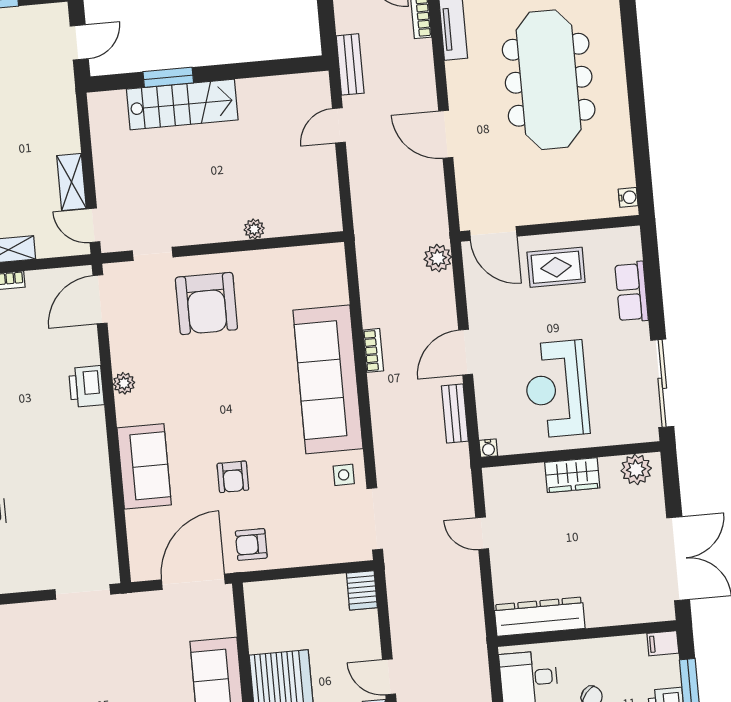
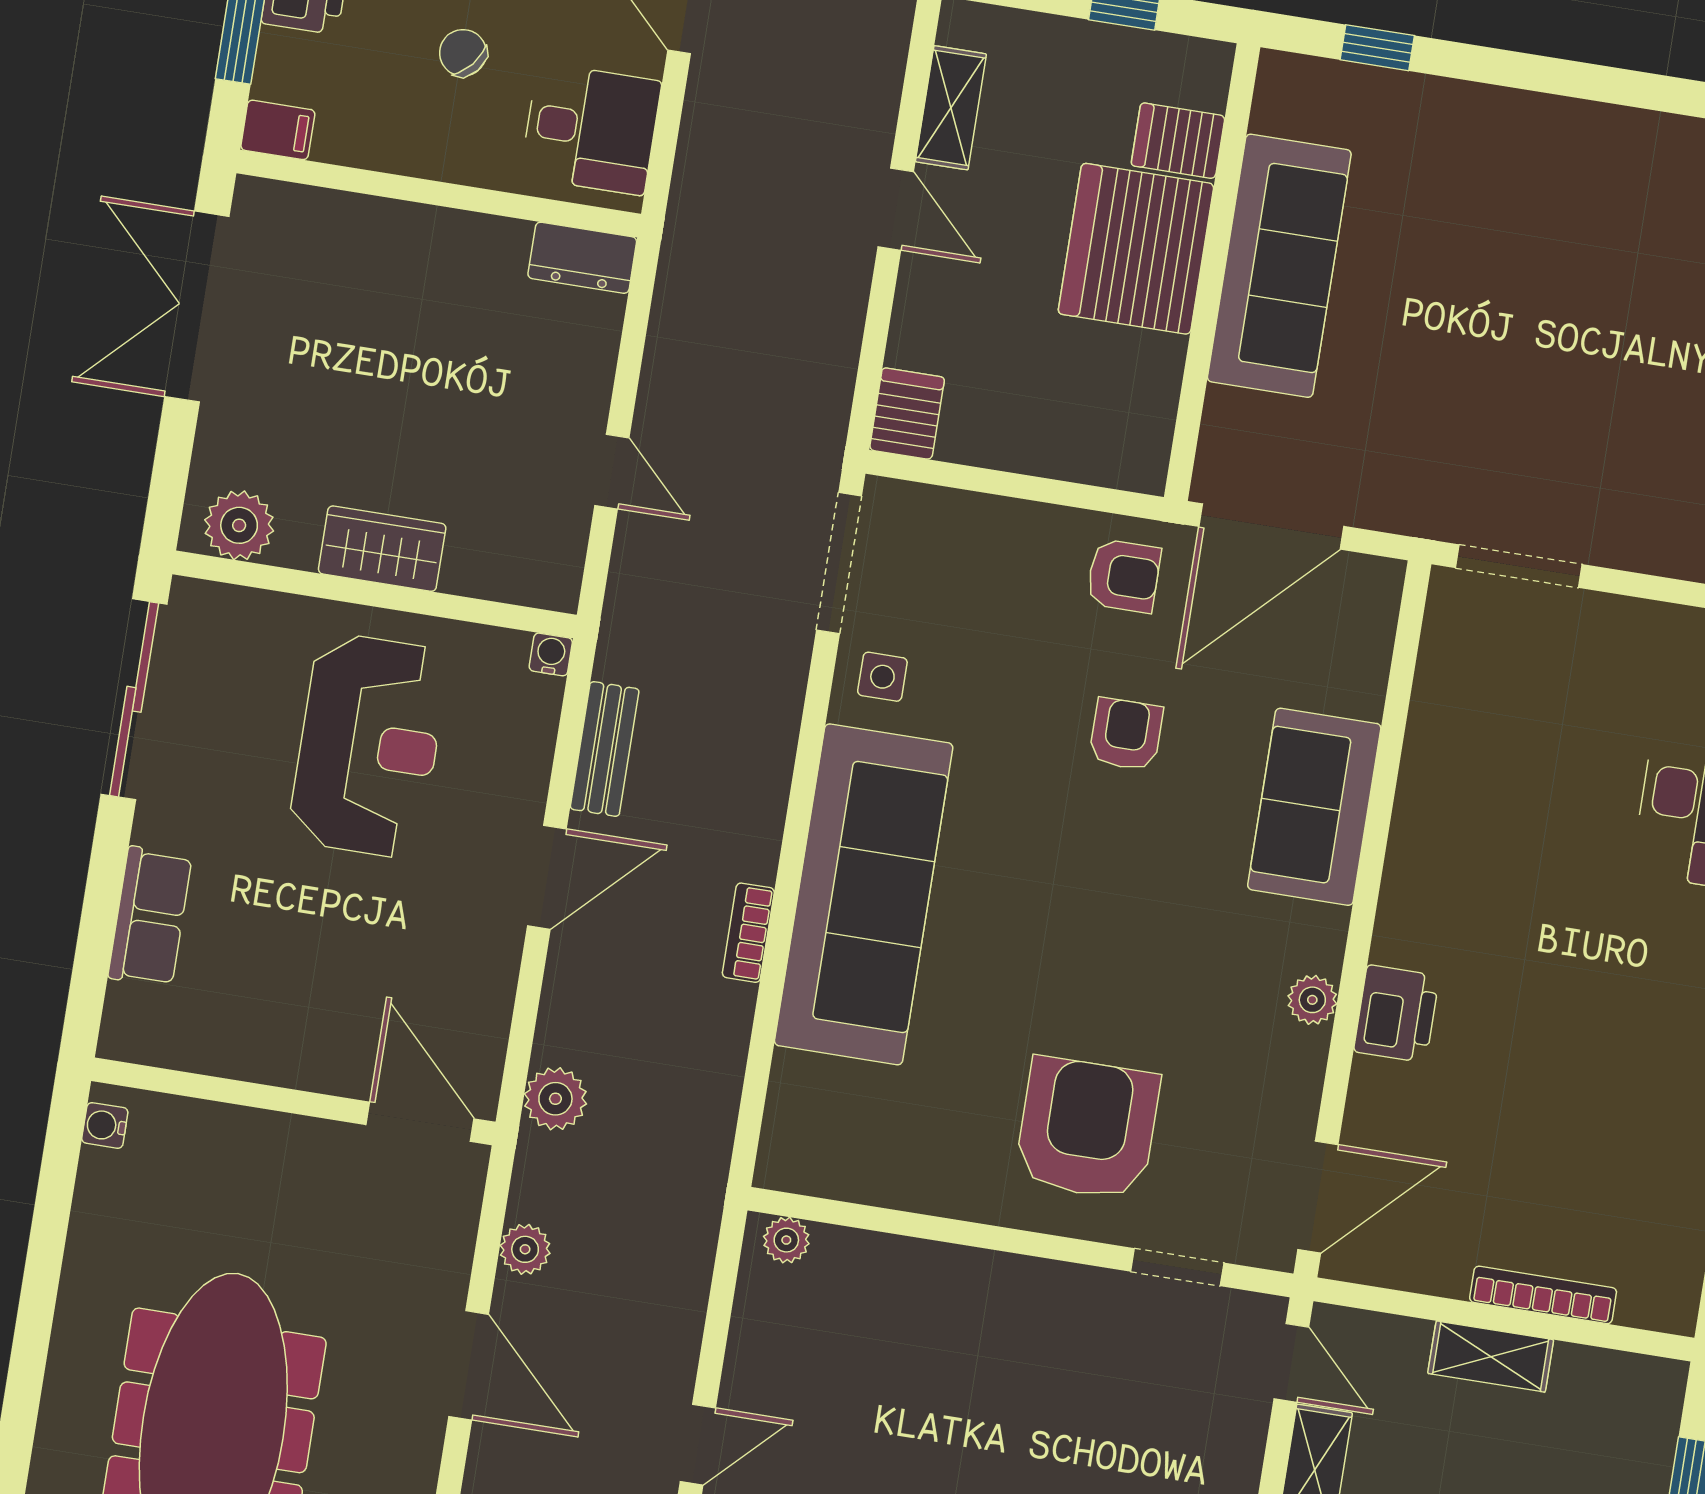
plant: (434, 190) -> (525, 1249), added
plant: (254, 229) -> (786, 1240), moved
rug: (556, 267) -> (302, 1013), removed
dresser: (540, 617) -> (582, 258), width x0.51, depth x0.80

